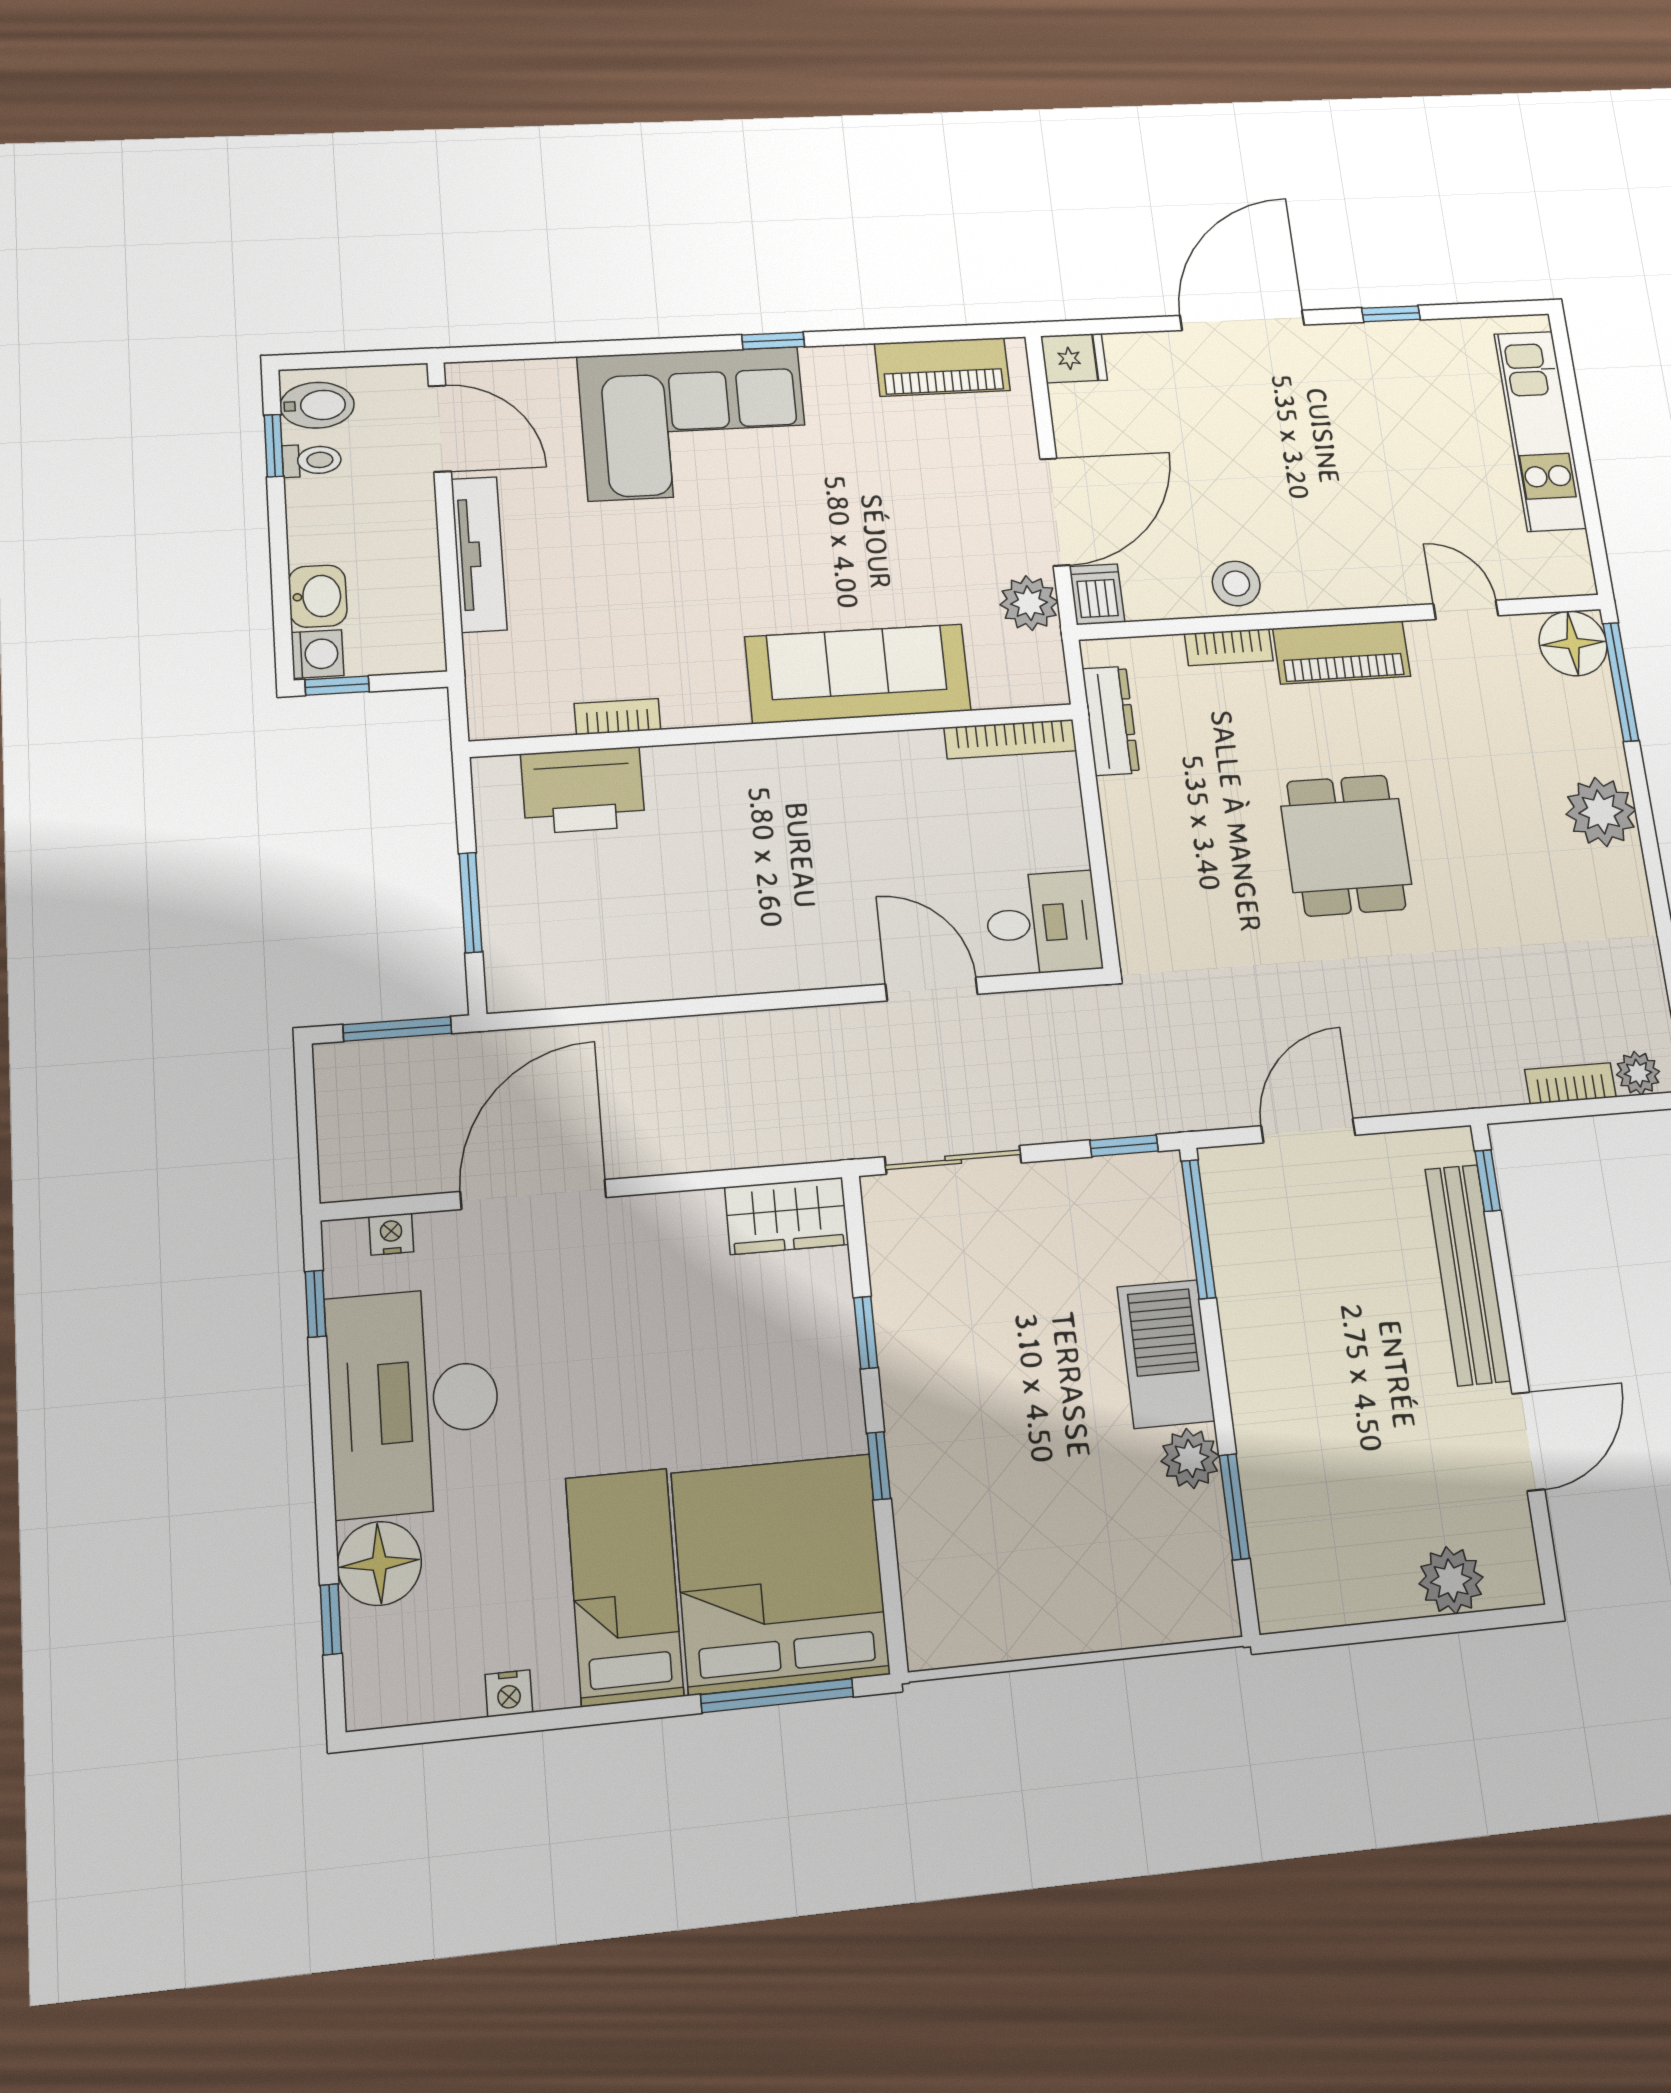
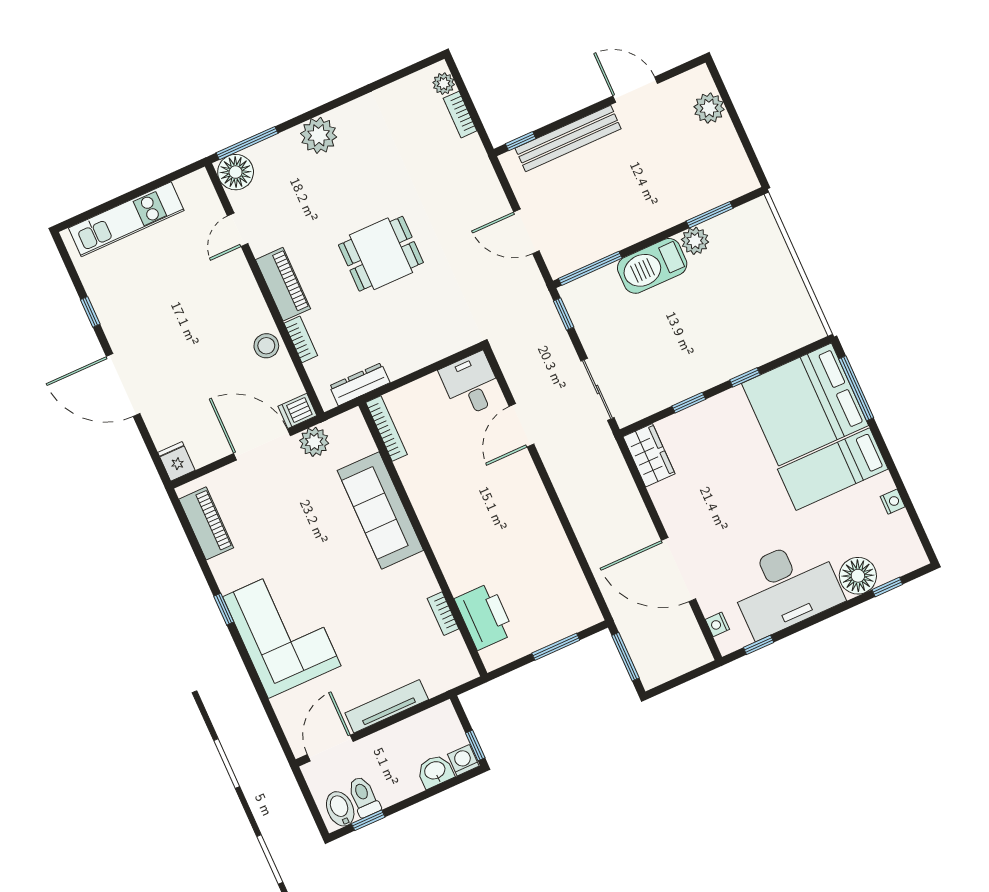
toilet: (312, 460) -> (364, 797), width x1.37, depth x1.39

